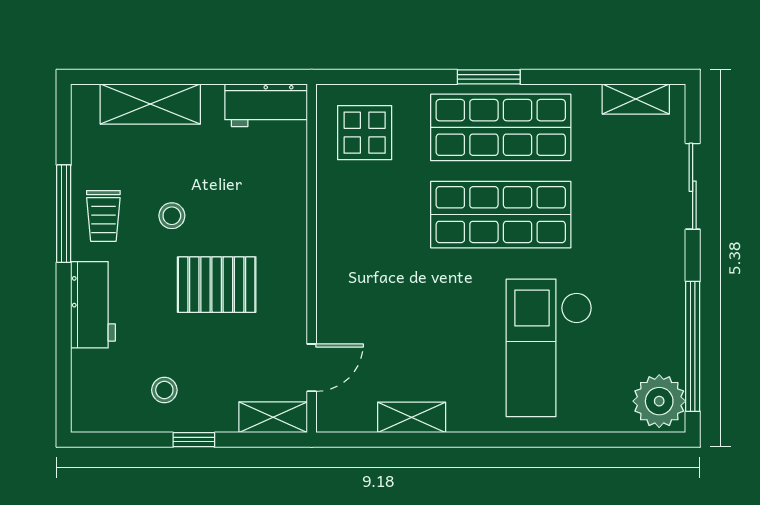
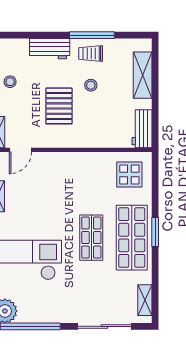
sliding door: (693, 186) -> (104, 326), width x1.37
shop shelf: (501, 215) -> (91, 238), width x0.70, depth x0.74
door: (312, 368) -> (20, 150), hinge flipped

